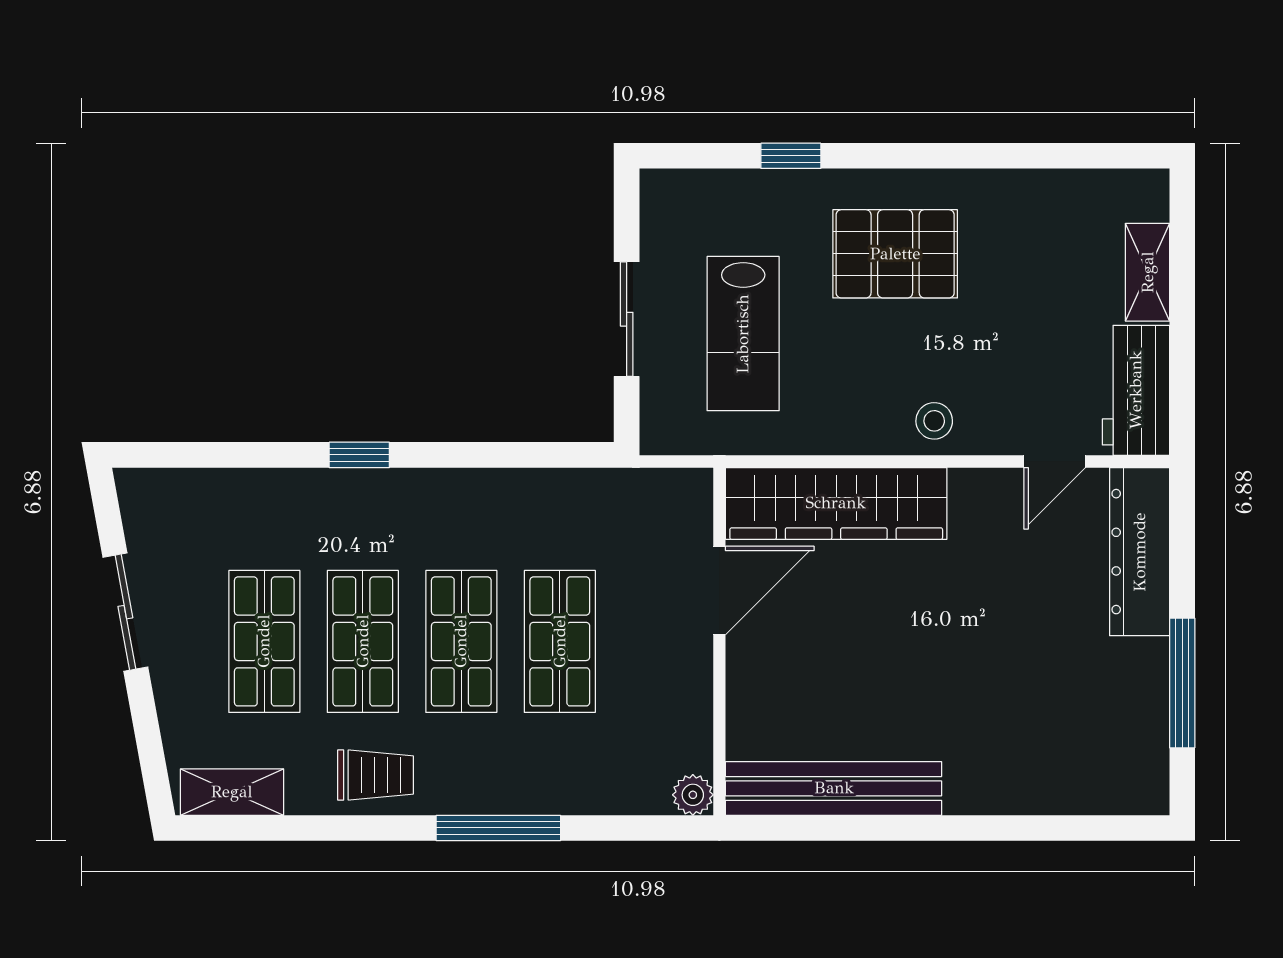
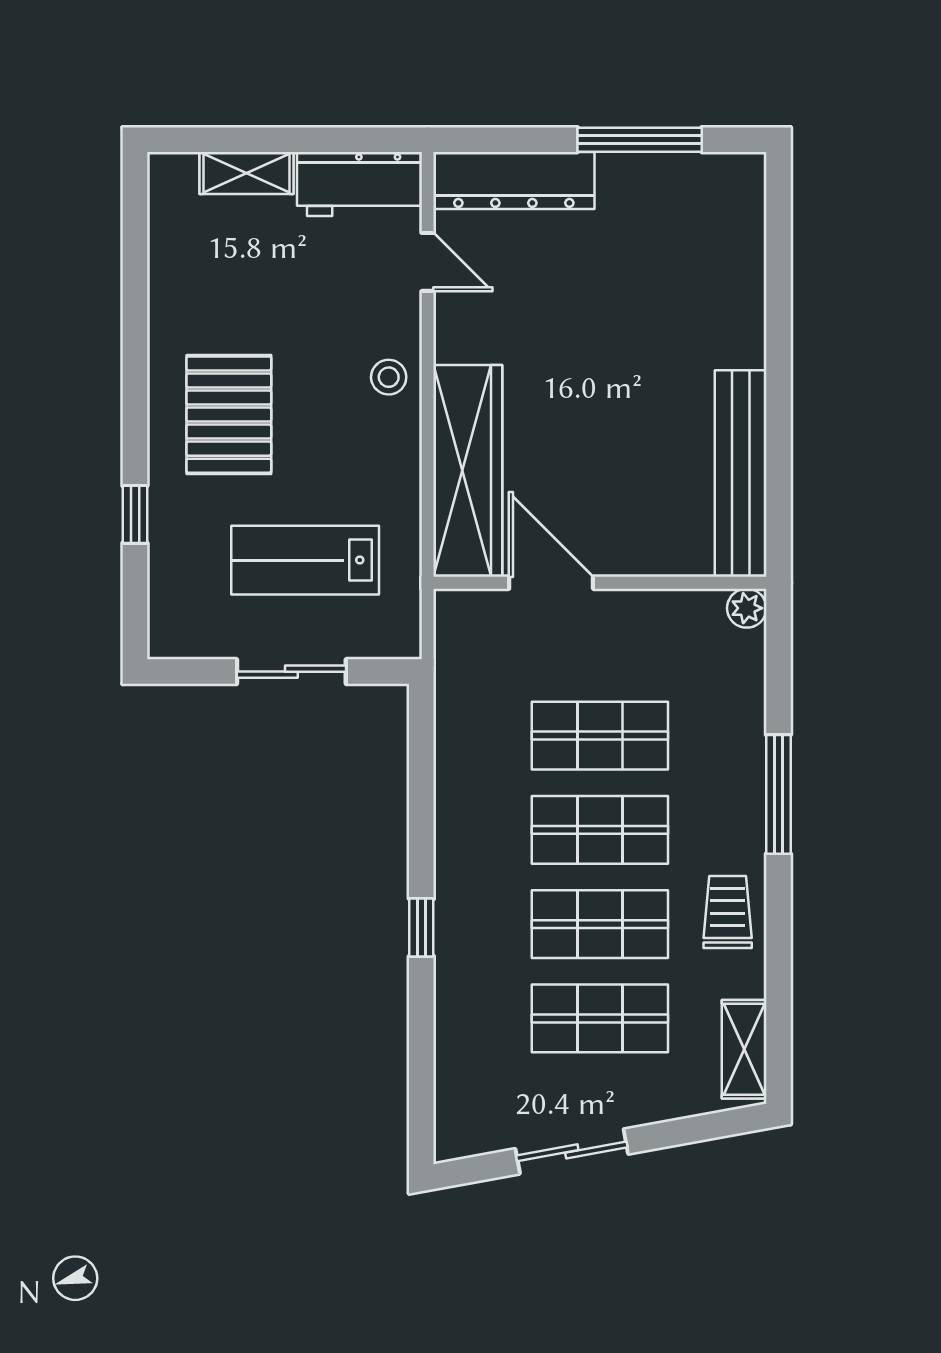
lab bench: (743, 334) -> (305, 560), turned 180

